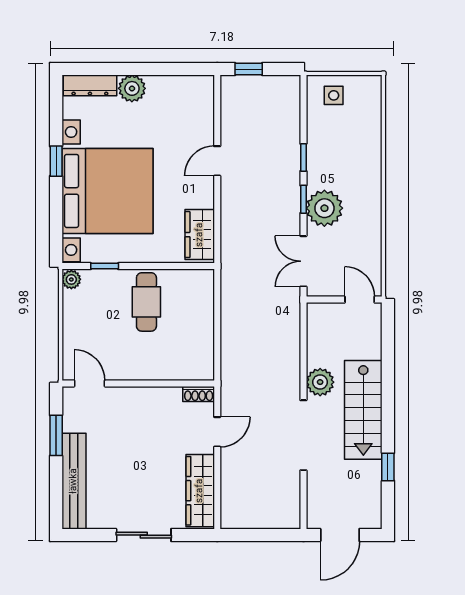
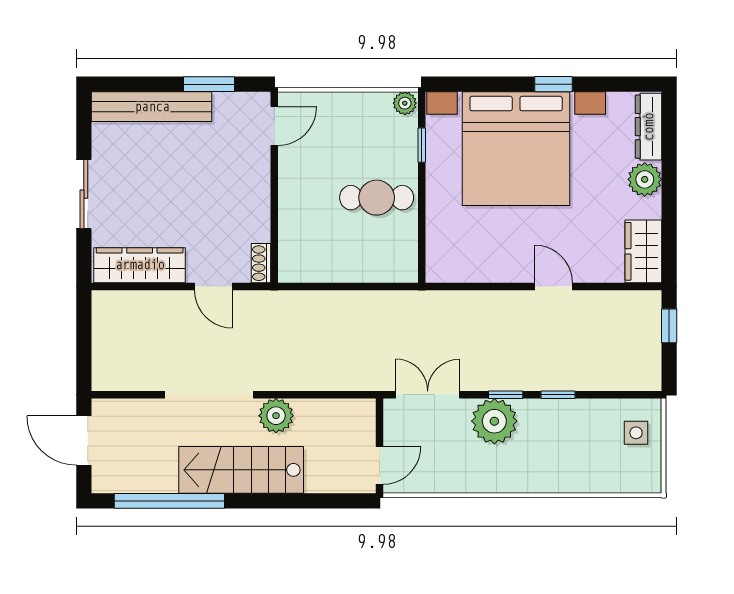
wardrobe: (200, 235) -> (643, 251), moved, turned -90
window: (388, 467) -> (169, 501), width x3.17

